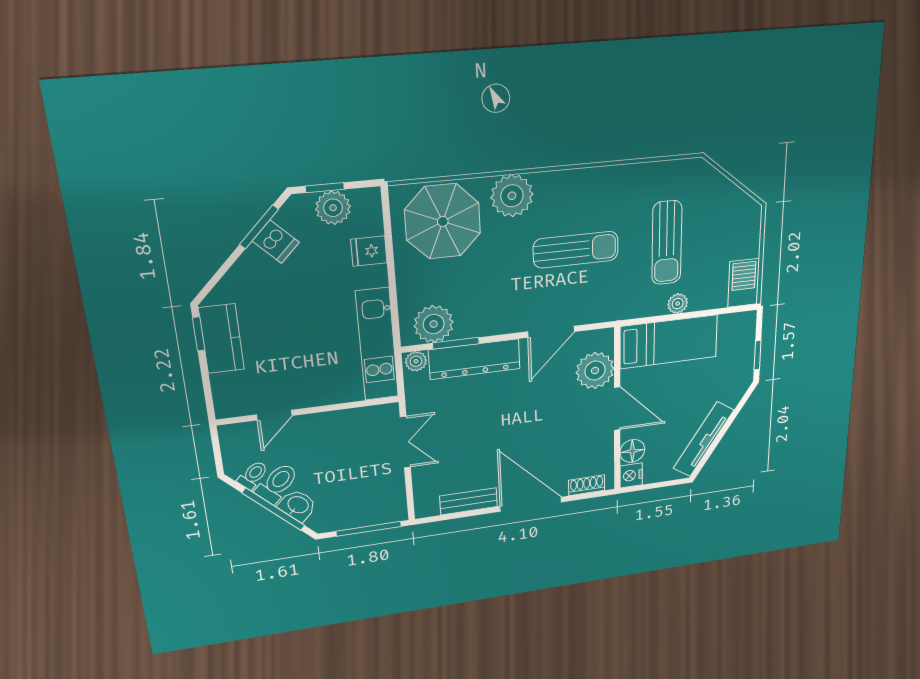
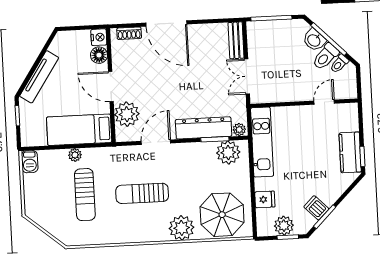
sun lounger: (667, 243) -> (85, 195), turned 180
barbecue: (744, 283) -> (30, 162), width x0.73, depth x0.79
tv unit: (704, 439) -> (39, 77), moved
bench: (469, 501) -> (236, 40), moved, turned 90

